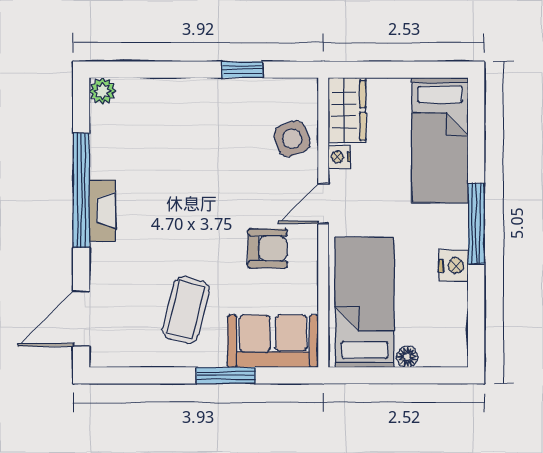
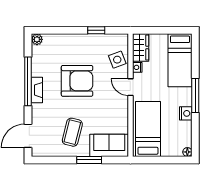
door: (323, 204) -> (130, 87), hinge flipped
armchair: (268, 249) -> (77, 81), moved, width x1.88, depth x1.88
floor lamp: (407, 357) -> (187, 152), moved

